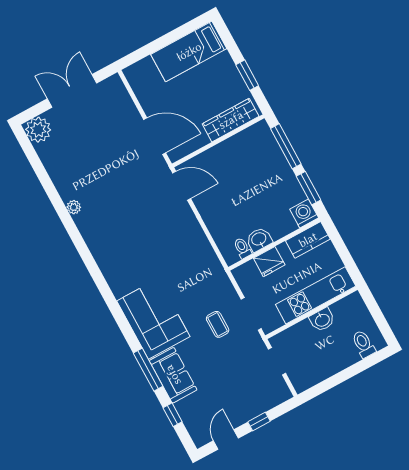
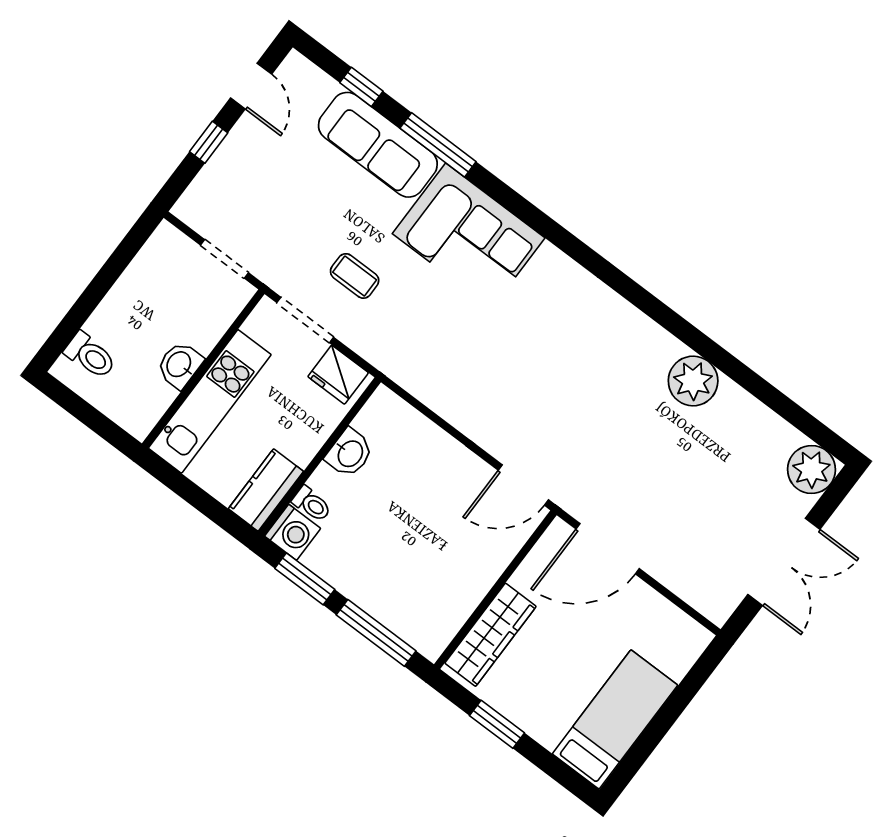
plant: (74, 207) -> (693, 381), width x1.87, depth x1.87
toilet: (242, 248) -> (312, 504), moved
fridge: (269, 262) -> (338, 375), moved, turned -90
sofa: (173, 375) -> (378, 145), width x1.36

